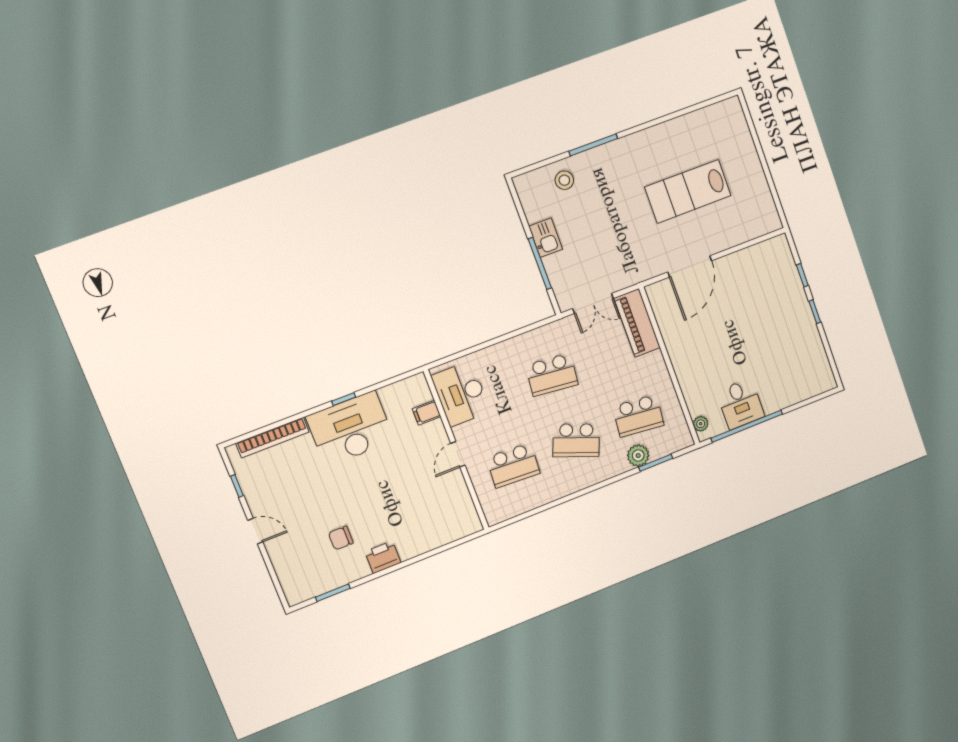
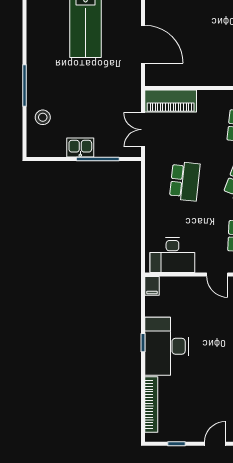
double door: (593, 303) -> (143, 130), swing flipped
filing cabinet: (427, 413) -> (152, 286), moved

